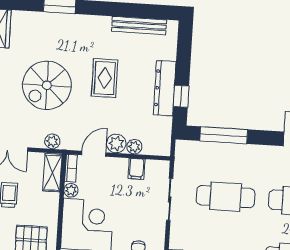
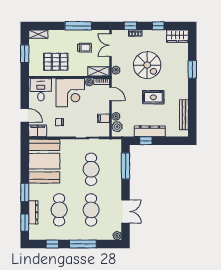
spiral stairs: (47, 85) -> (147, 65), turned 180
plant: (116, 143) -> (117, 127), moved

